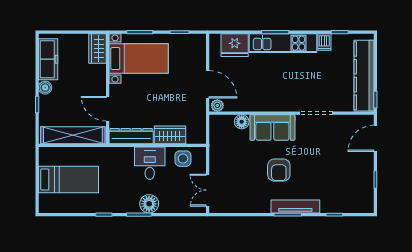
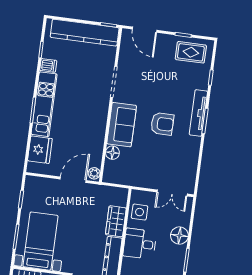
rug: (358, 190) -> (191, 52), added
floor lamp: (149, 204) -> (179, 235), moved

